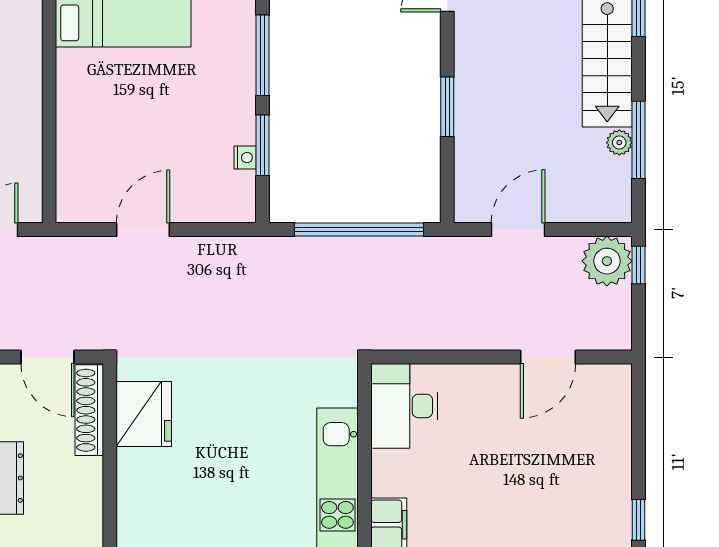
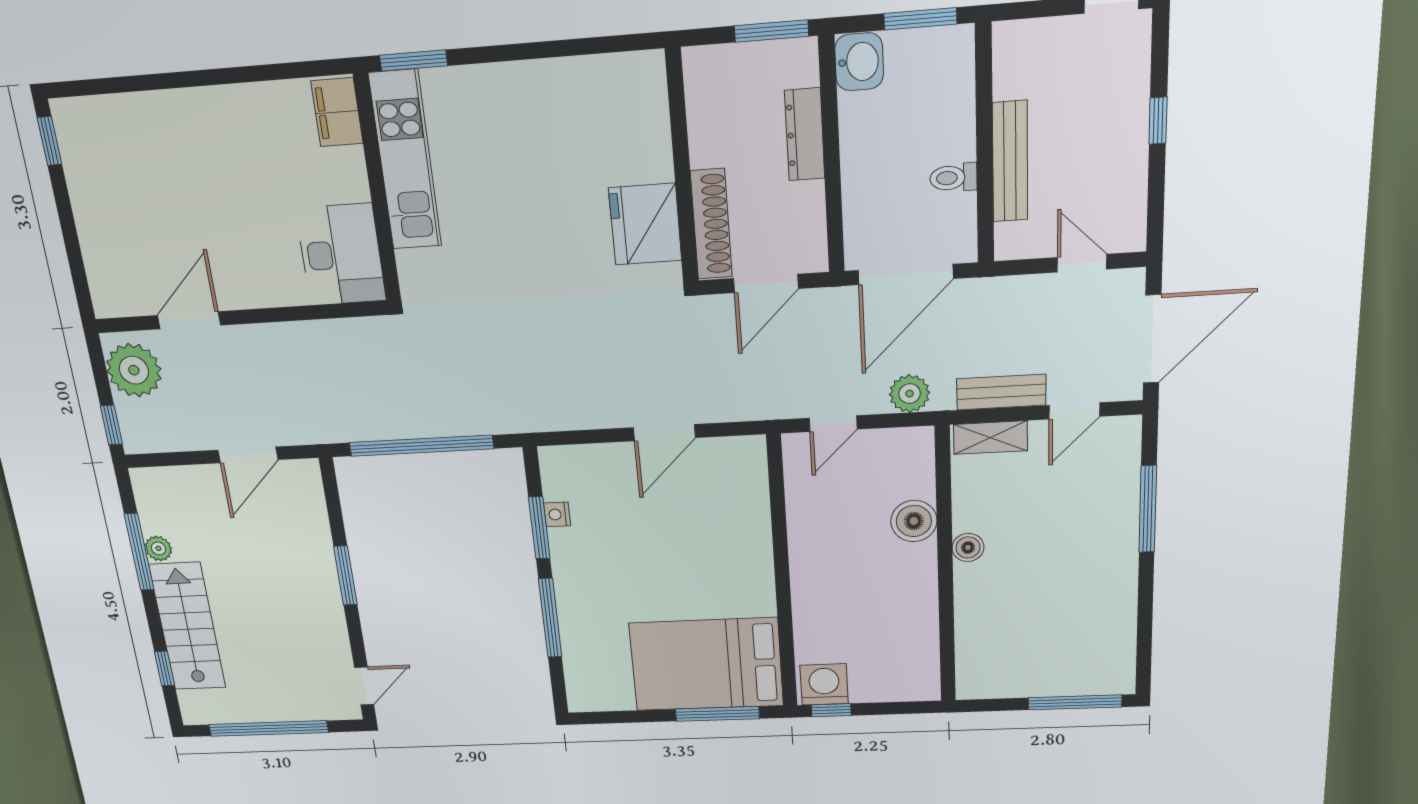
plant: (607, 261) -> (134, 370), moved
door: (47, 357) -> (766, 283), swing flipped

